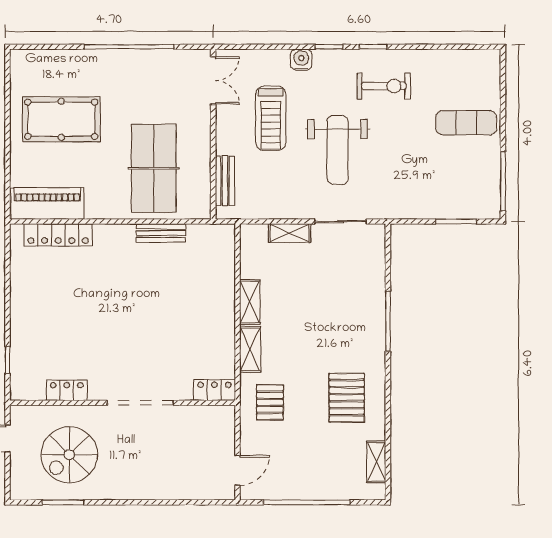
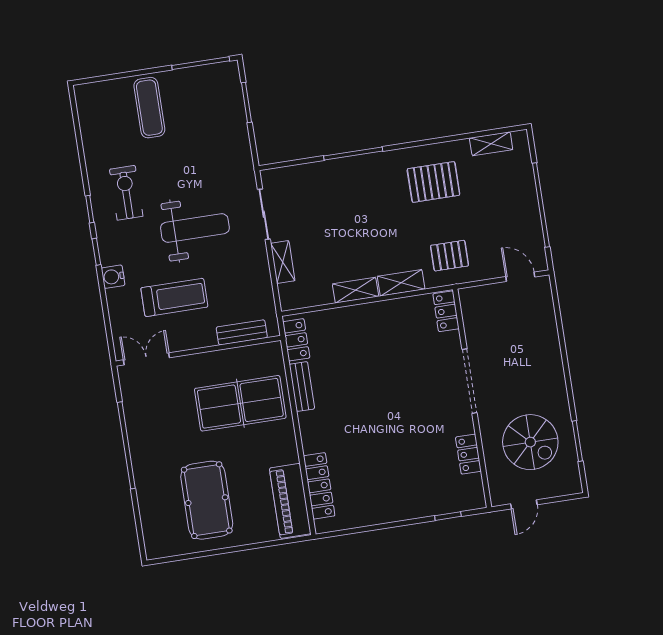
locker: (209, 235) -> (296, 340), added

